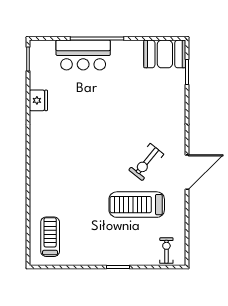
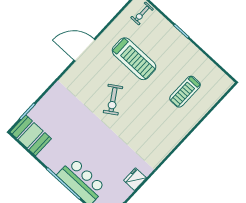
exercise bike: (146, 162) -> (113, 100), moved, turned 108
treadmill: (50, 237) -> (185, 92), moved

